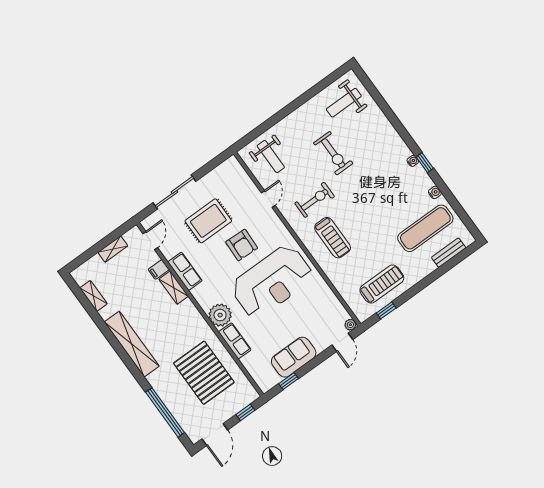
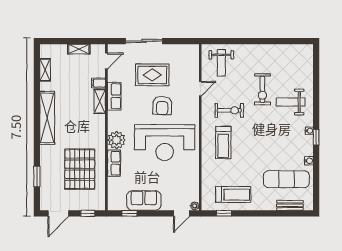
weight bench: (344, 103) -> (291, 102), moved
window: (165, 412) -> (37, 176), width x0.47

